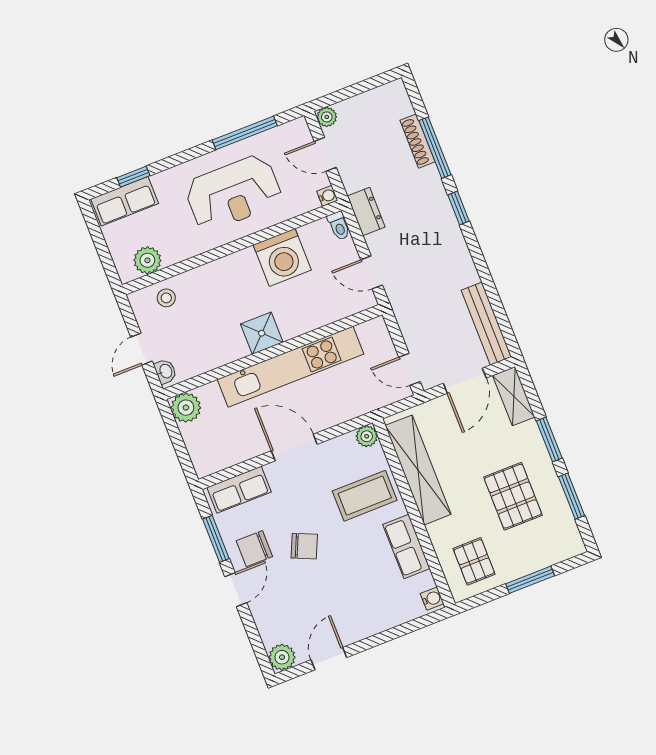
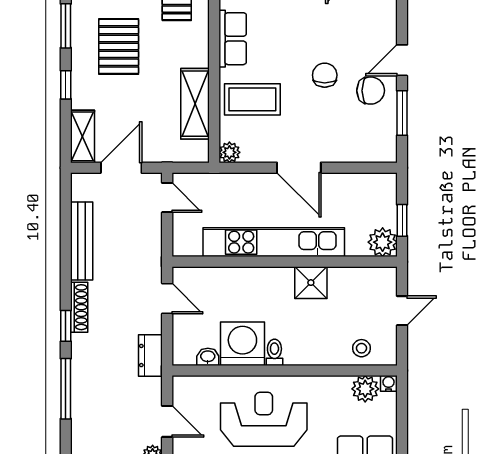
shoe rack: (417, 141) -> (79, 307), moved
water cooler: (327, 196) -> (389, 383), moved, turned 90
toilet: (339, 226) -> (274, 352), moved
bench: (486, 324) -> (82, 241), moved
shower: (262, 333) -> (311, 283), moved
washbasin: (165, 371) -> (208, 357), moved, turned 90
window: (175, 436) -> (402, 220), added
window: (549, 439) -> (66, 85), width x0.67
shelving: (418, 470) -> (195, 104), width x0.68
row of seats: (239, 490) -> (364, 149), removed
chair: (304, 546) -> (325, 75), turned 66

